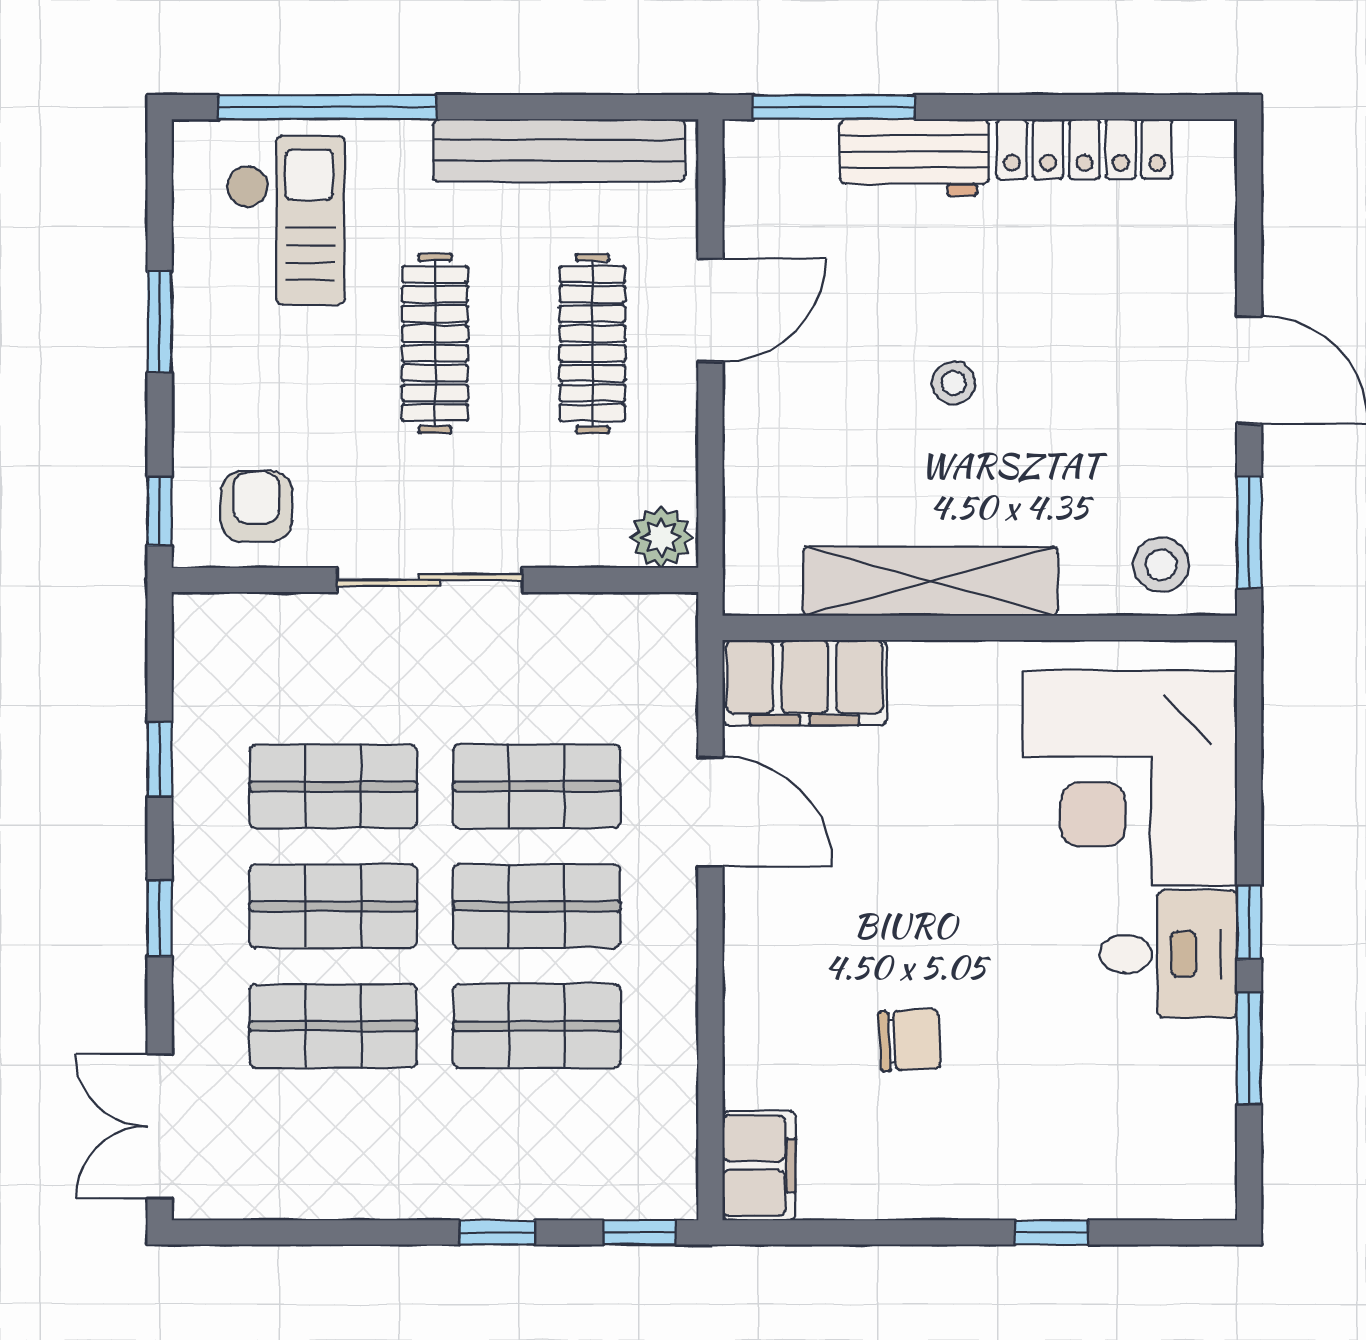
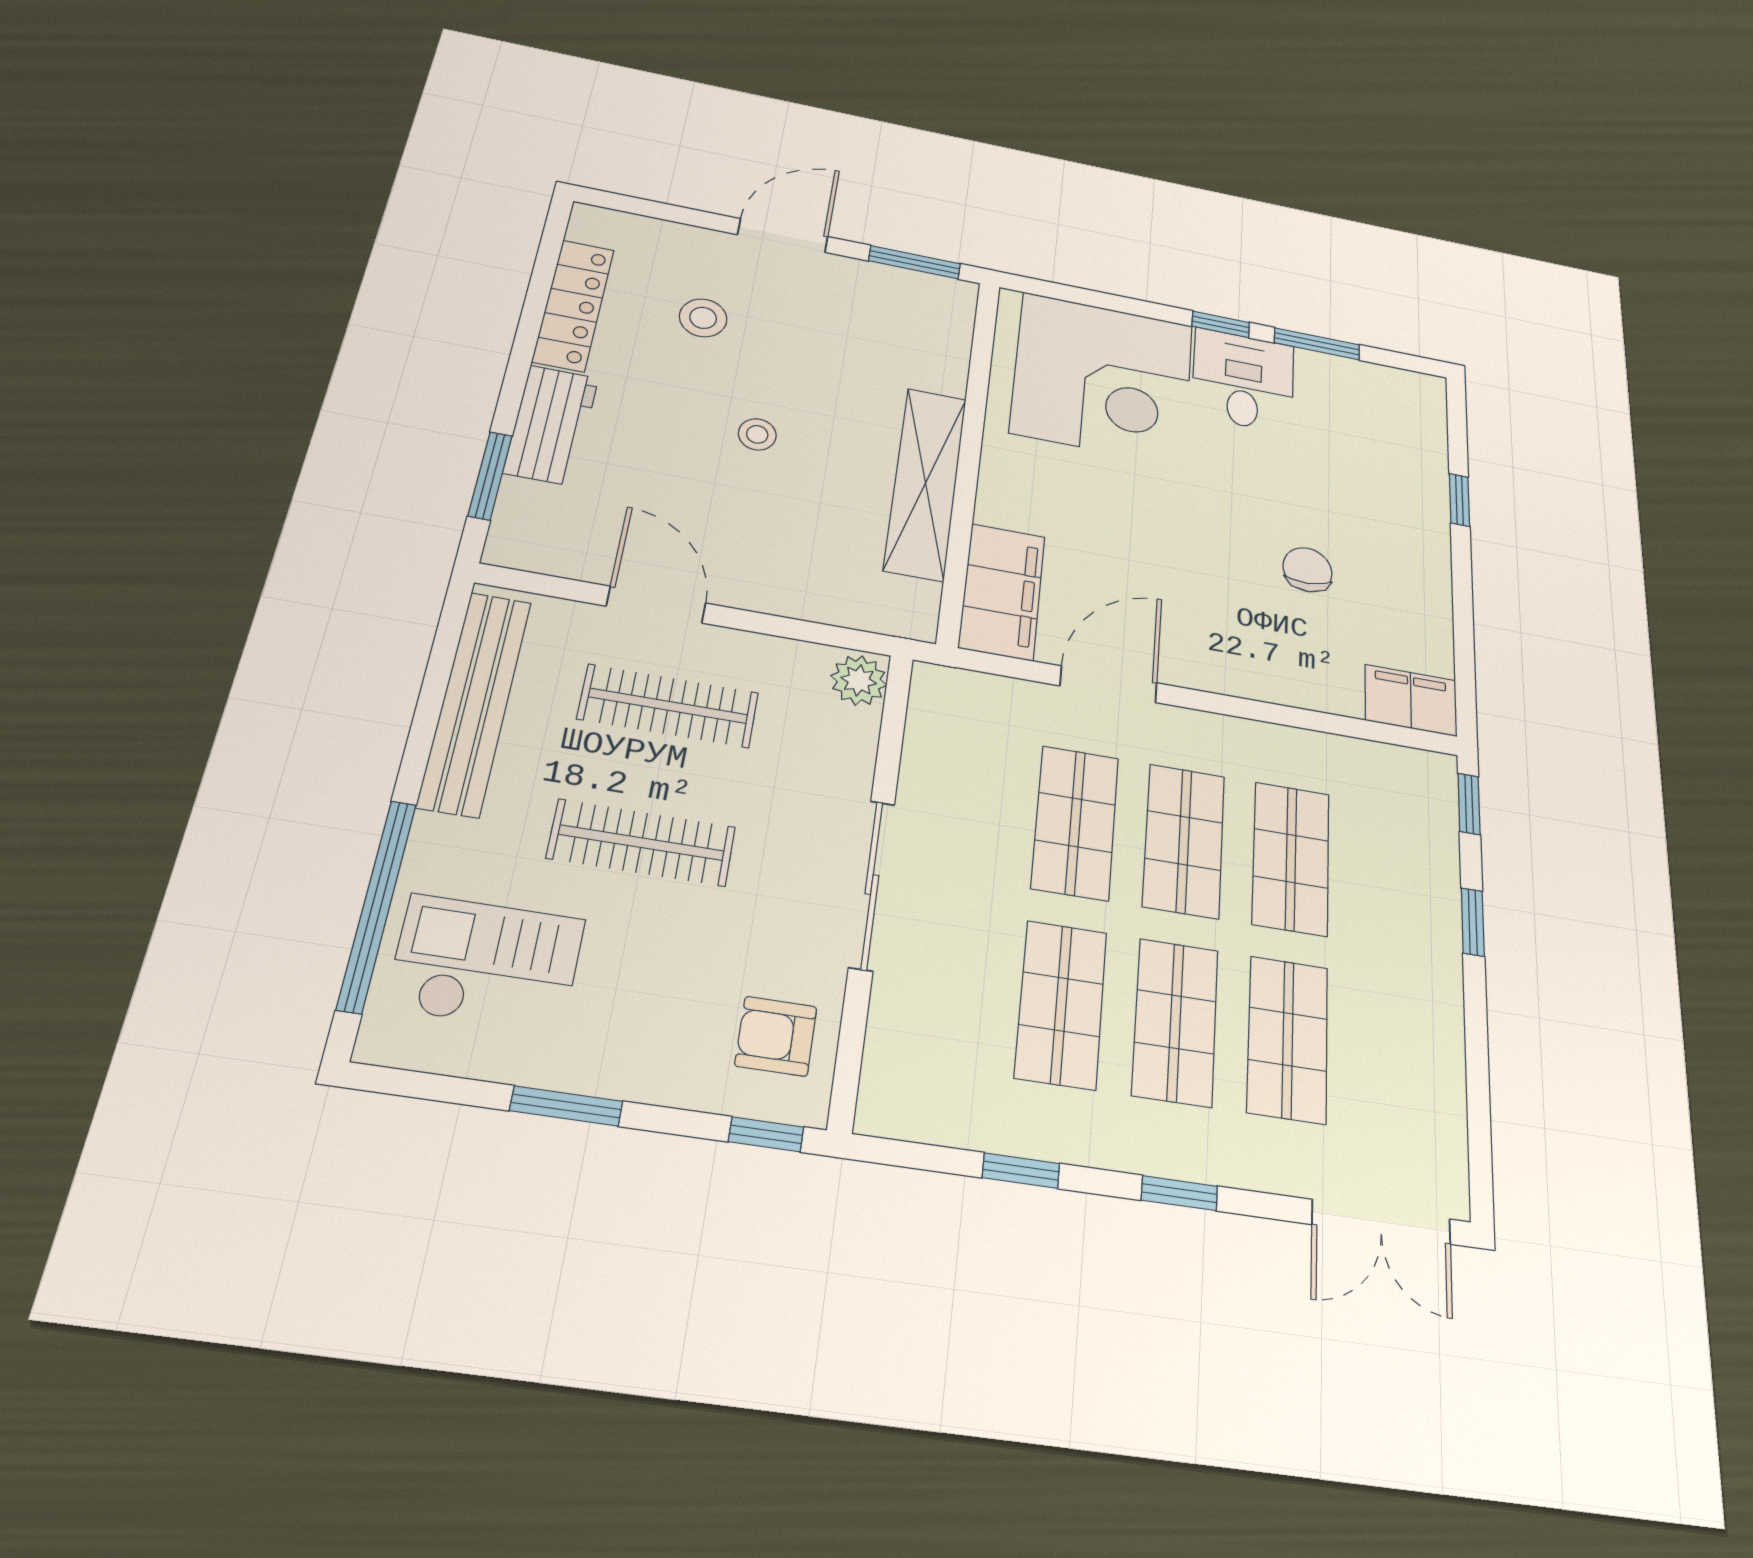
window: (834, 107) -> (490, 476), width x0.69
stool: (1161, 565) -> (703, 318), moved

